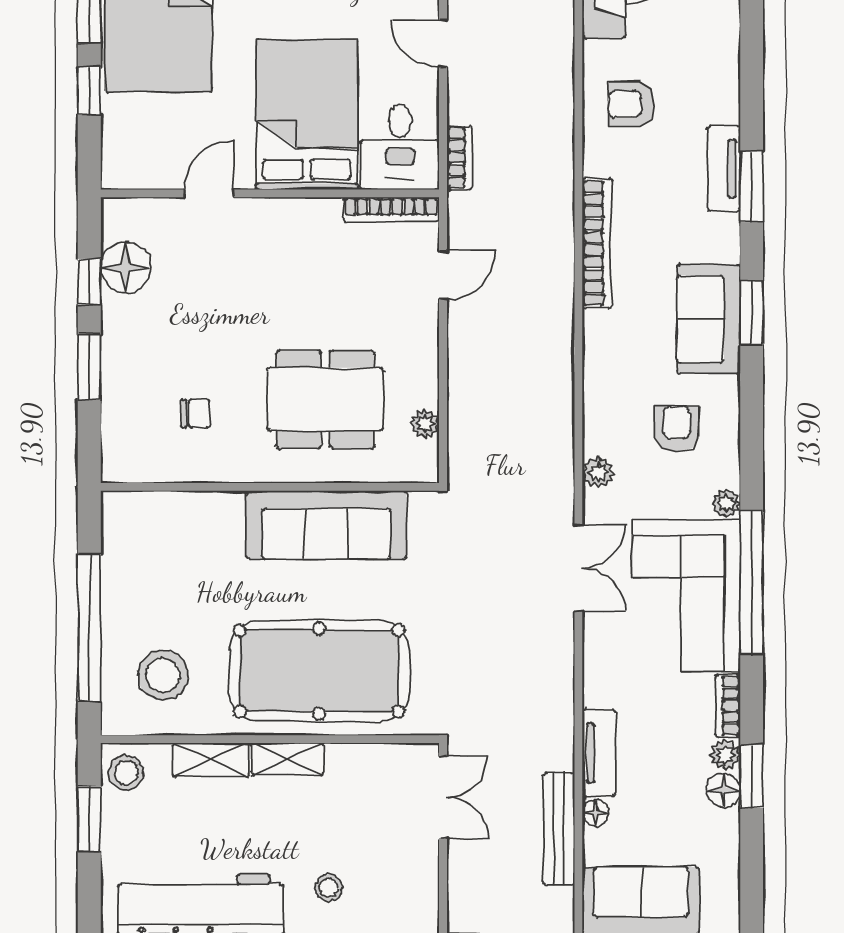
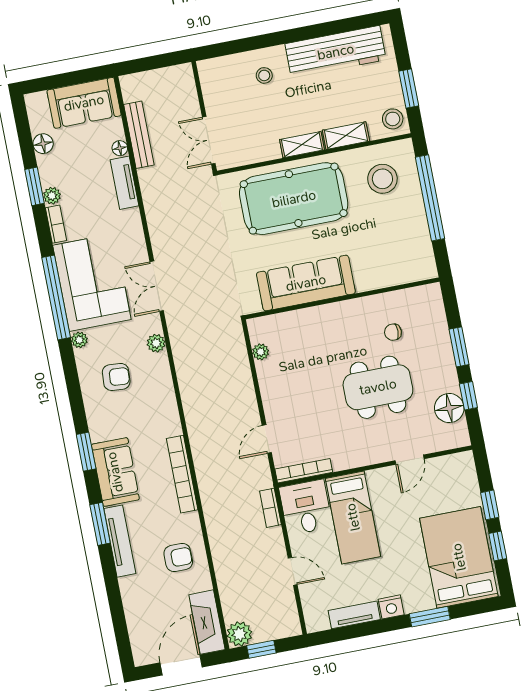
bed: (307, 115) -> (353, 517), width x0.67
tv unit: (724, 169) -> (120, 541), width x1.41
sofa: (709, 319) -> (115, 472), moved
dining table: (325, 399) -> (378, 387), moved
armchair: (676, 429) -> (116, 377), turned -86
floor lamp: (723, 790) -> (43, 144), moved

